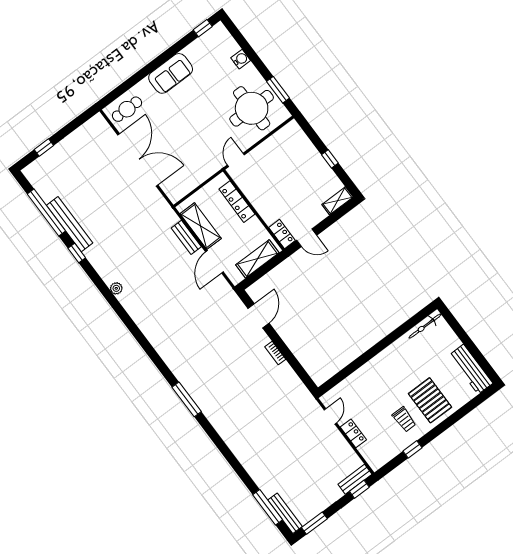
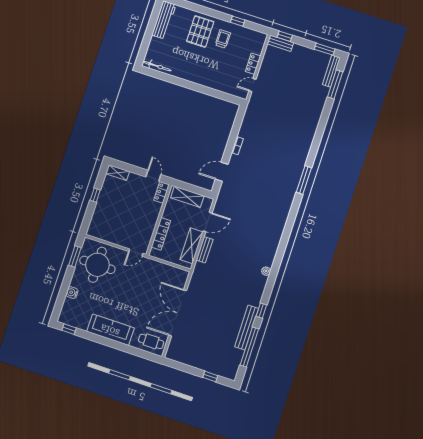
sofa: (171, 73) -> (110, 330), width x1.36

